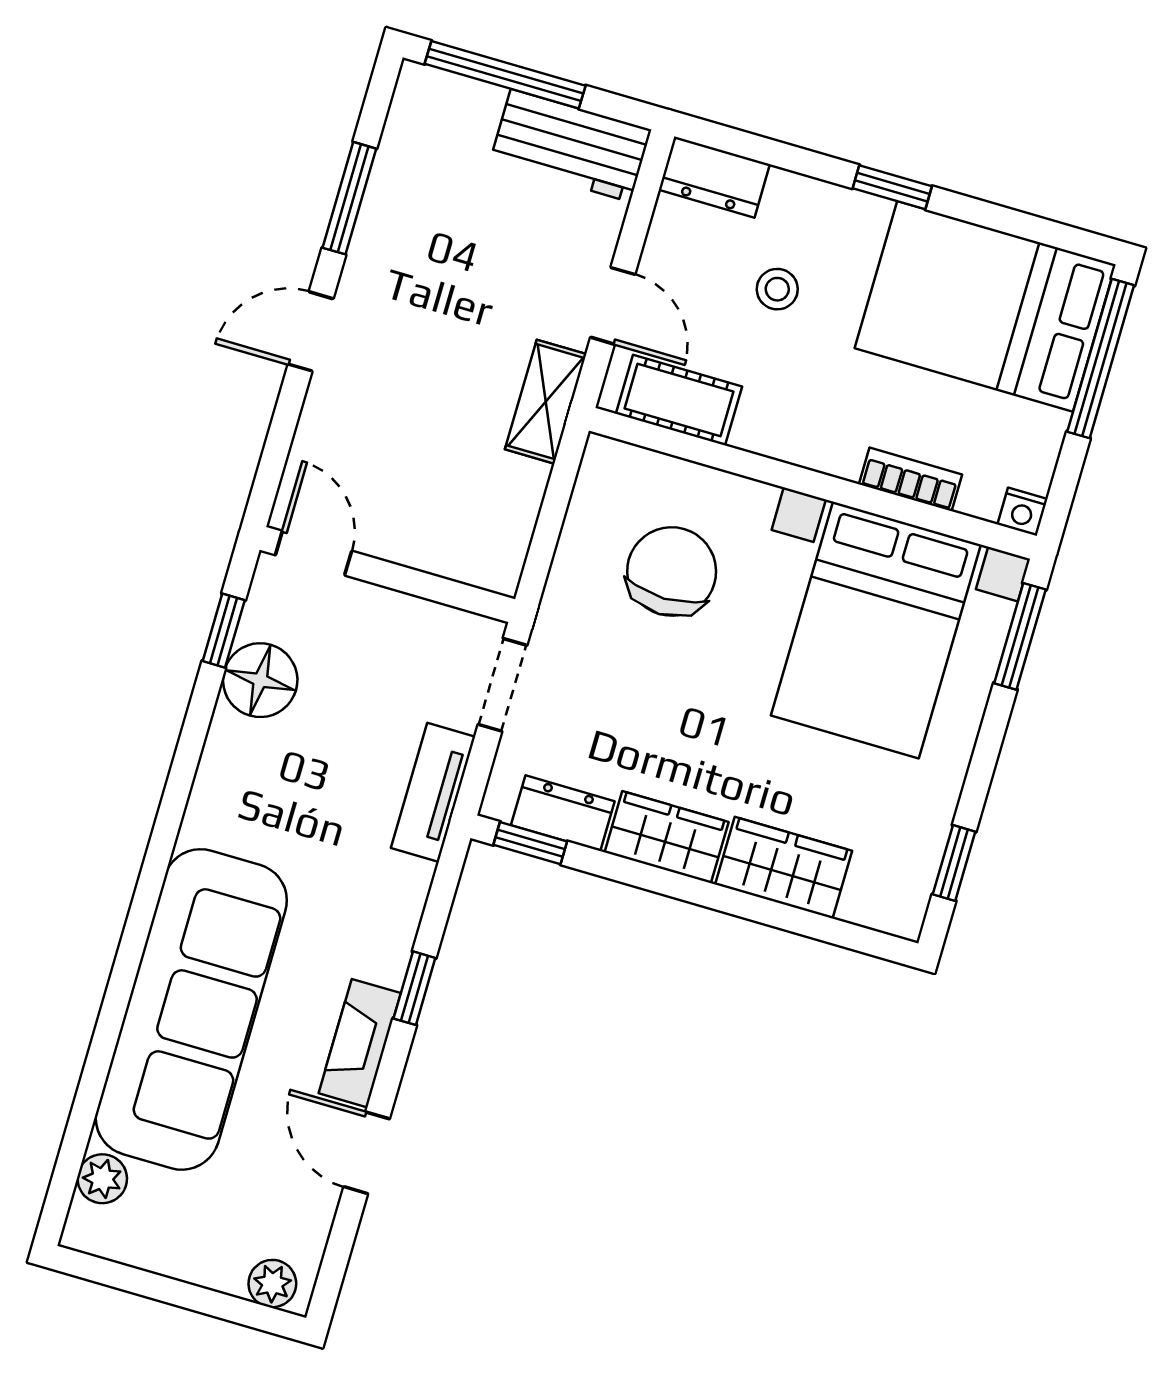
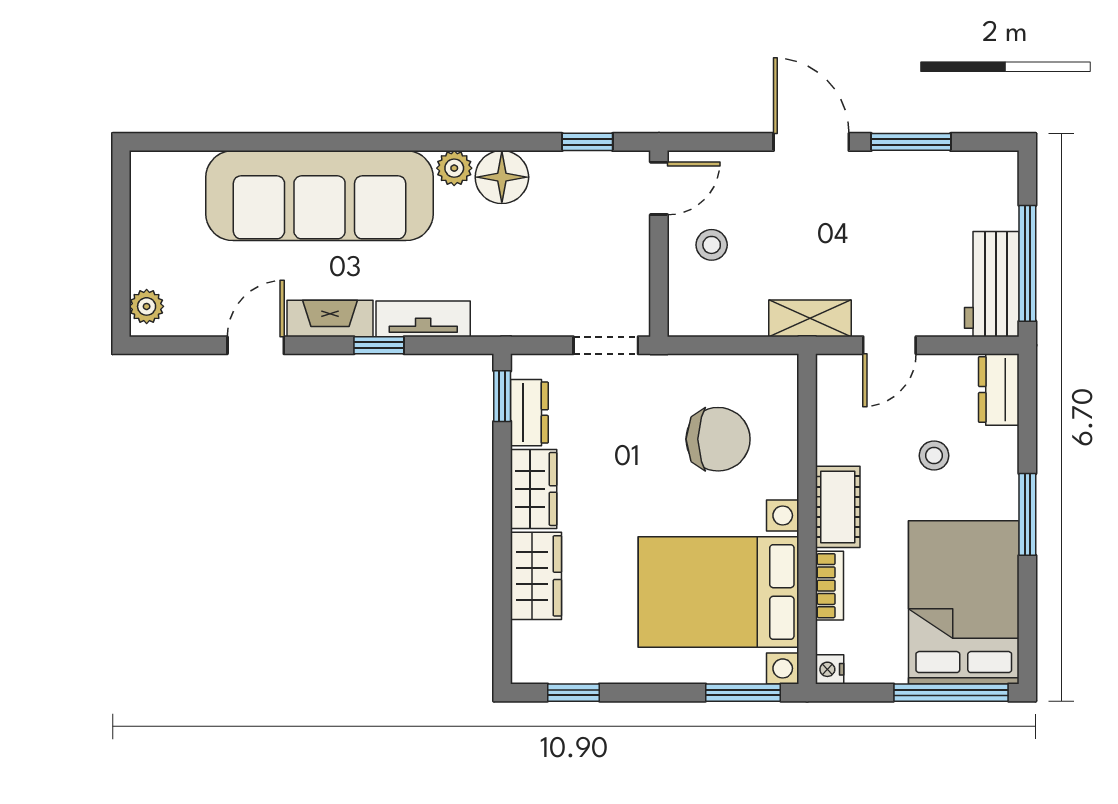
window: (505, 75) -> (1027, 263), moved
window: (892, 187) -> (1027, 514), width x1.50
door: (311, 331) -> (811, 142), width x1.38
cot: (679, 400) -> (838, 507), moved
stool: (409, 505) -> (712, 245), added
floor lamp: (260, 680) -> (502, 177), moved
tv unit: (433, 792) -> (423, 319), moved
plant: (102, 1179) -> (454, 168), moved

